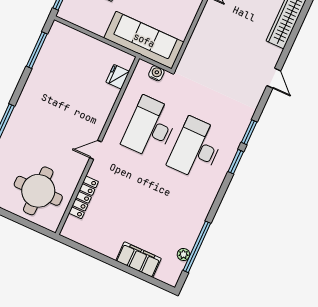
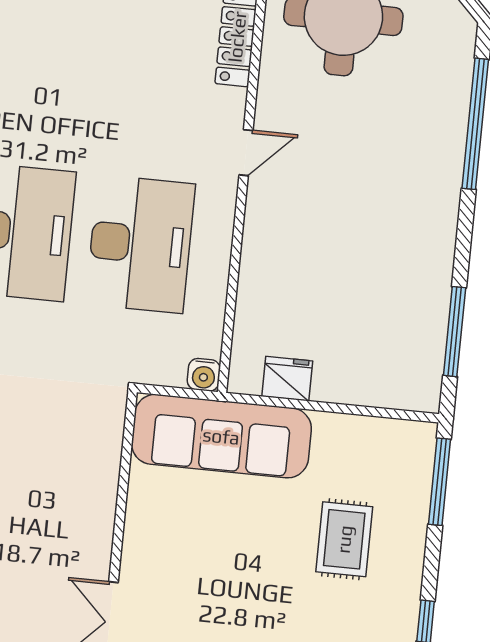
water cooler: (156, 73) -> (204, 375), moved
fridge: (118, 77) -> (287, 379), moved, turned -90

